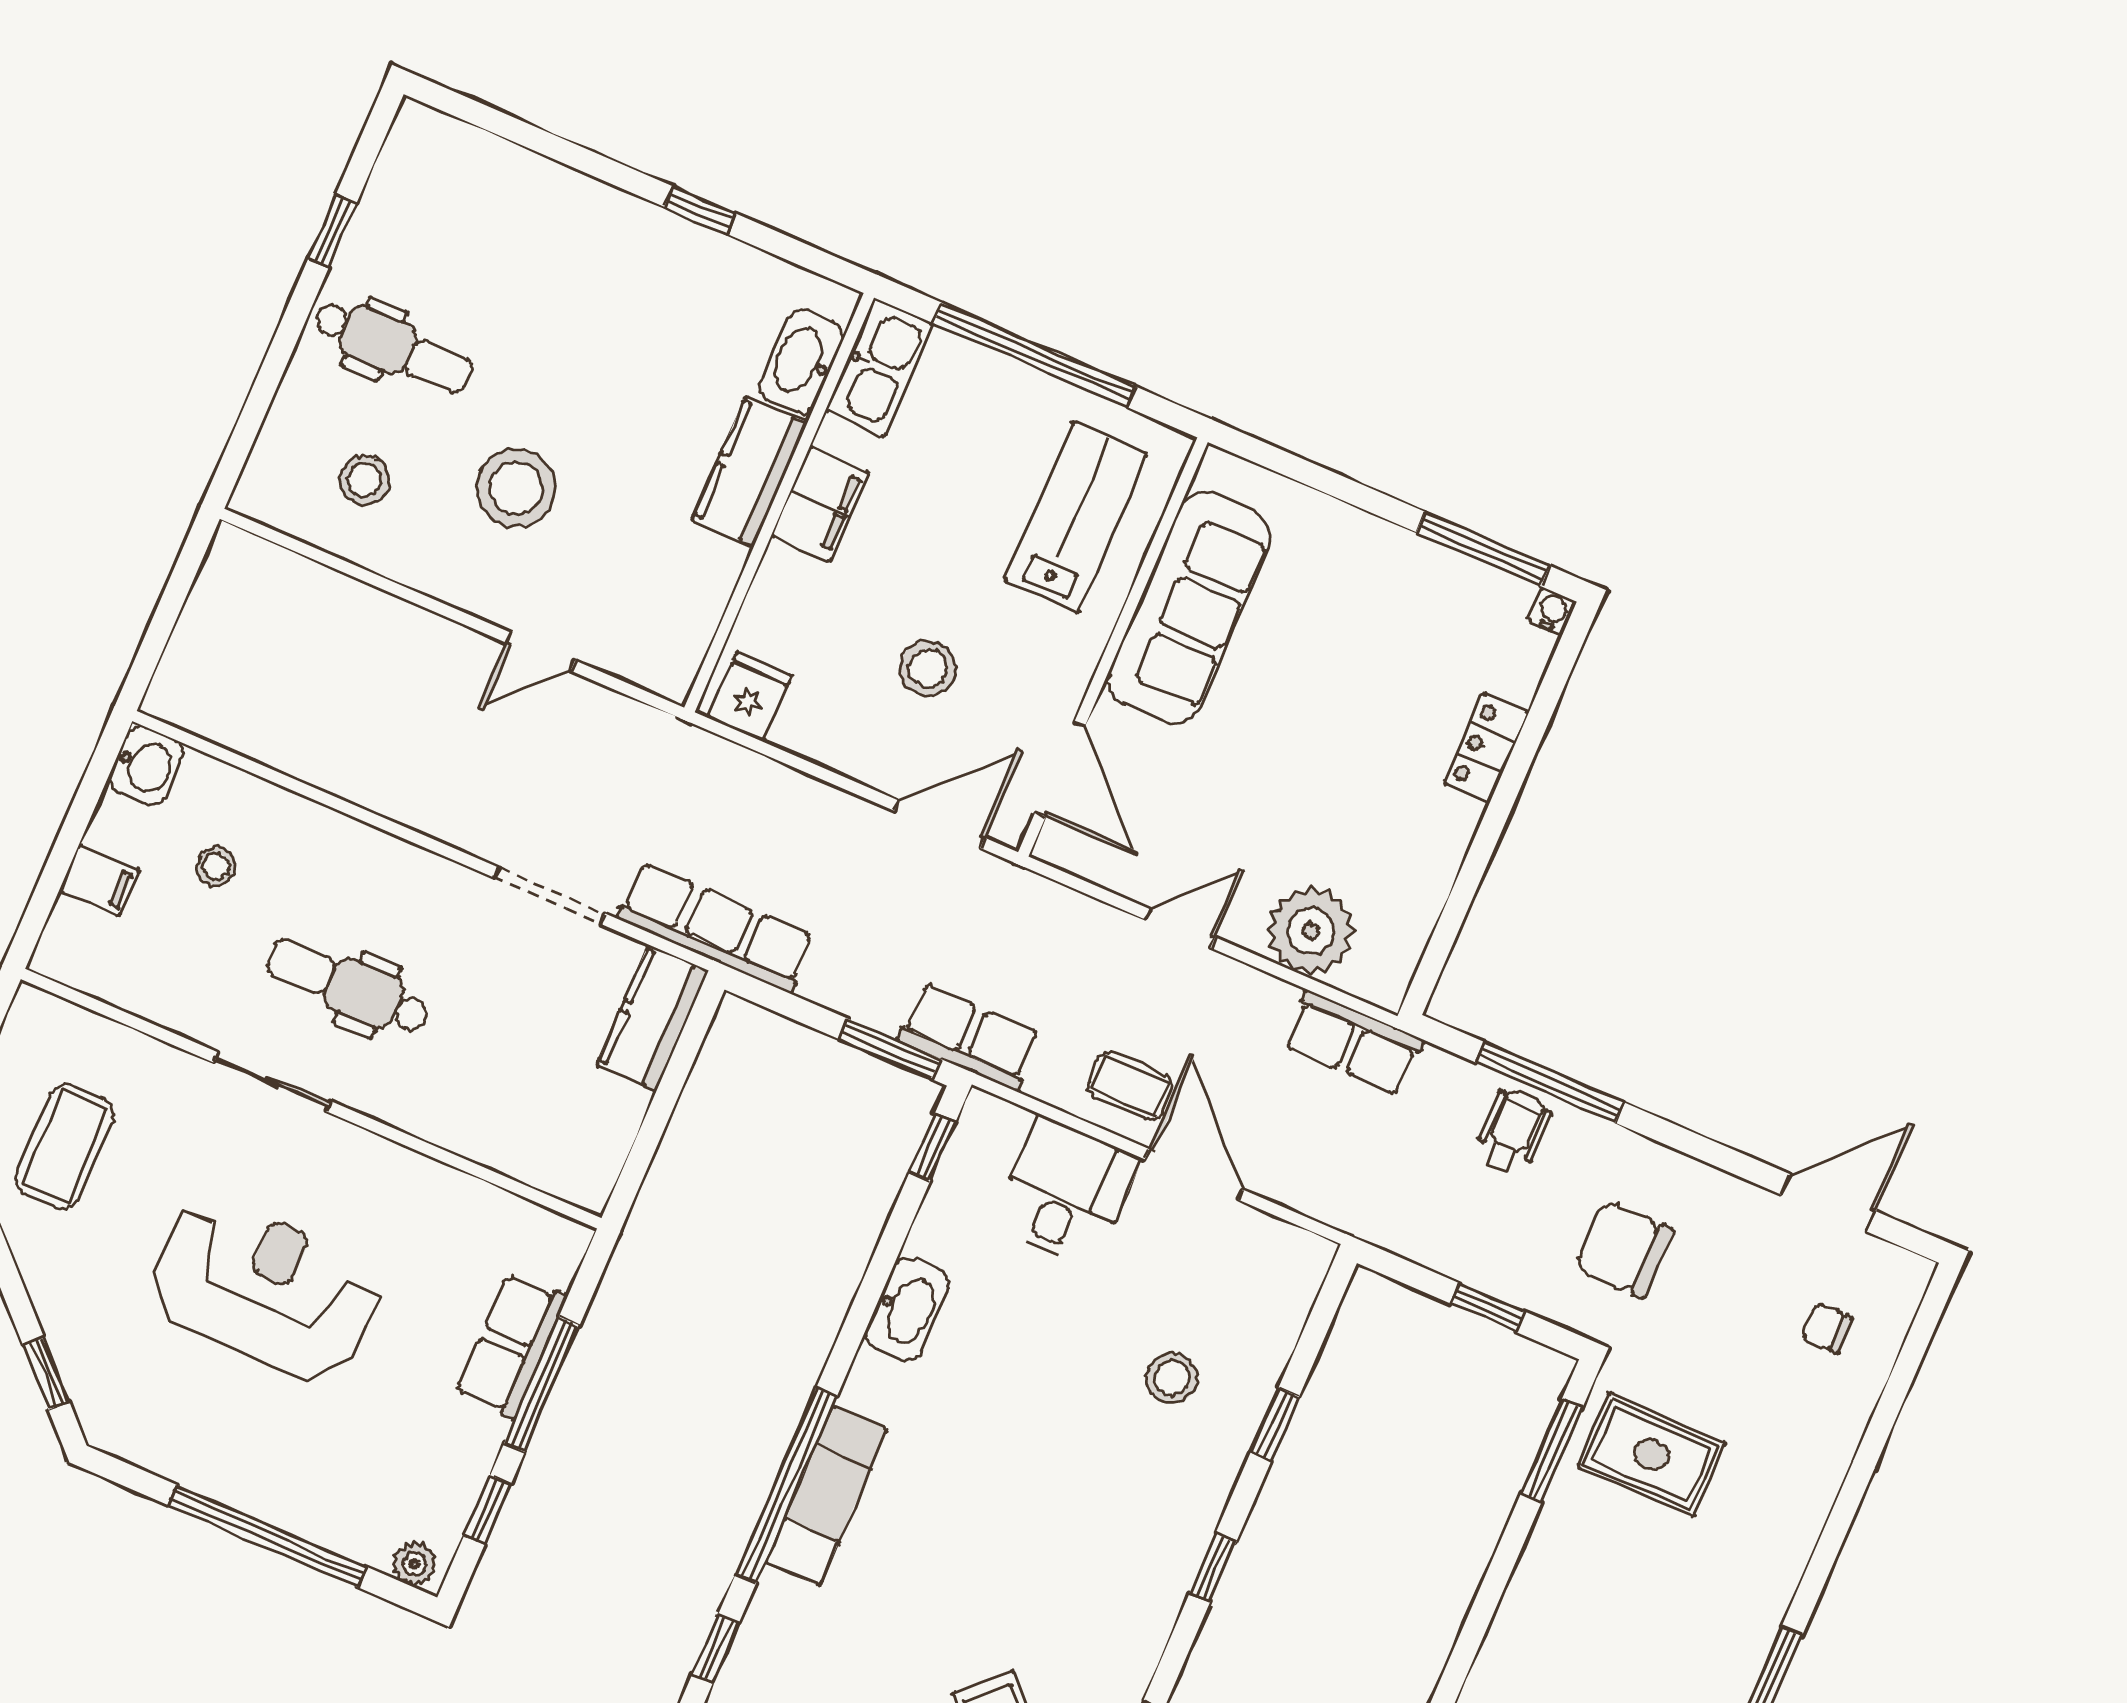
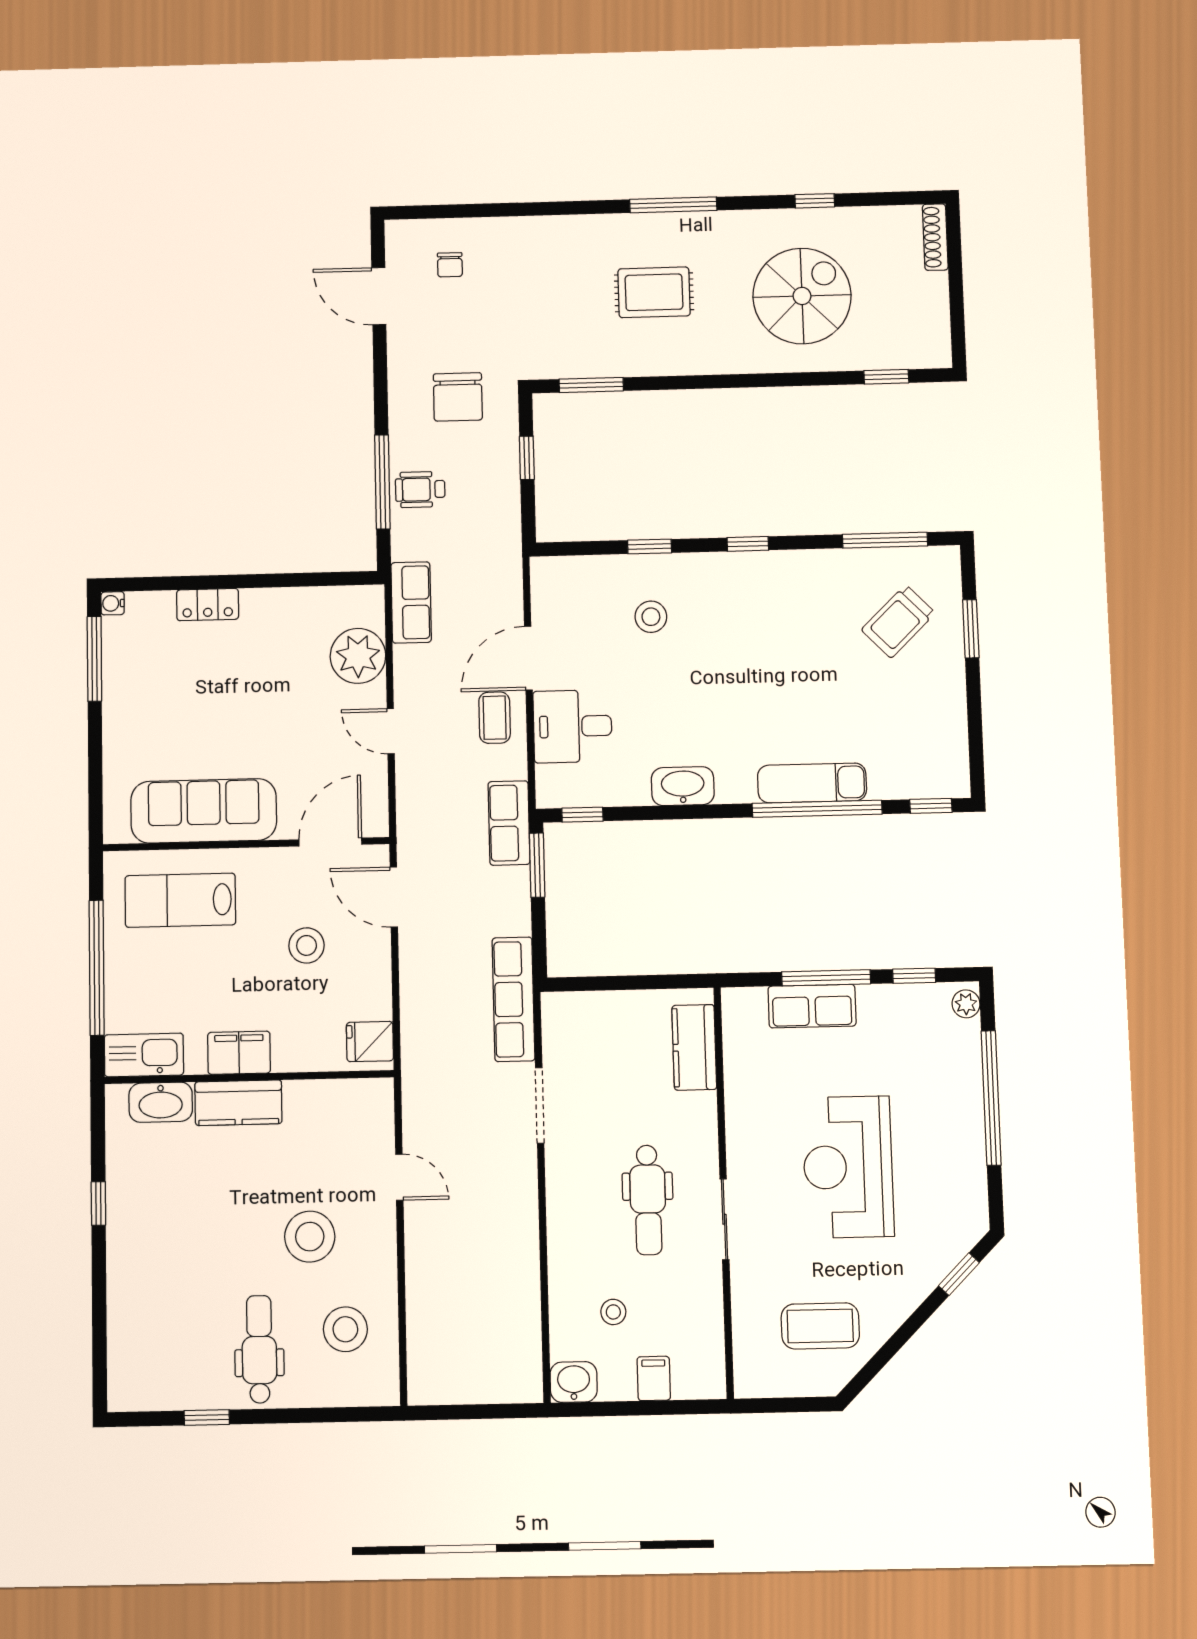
stool: (365, 480) -> (345, 1329), width x1.38, depth x1.38
kitchen counter: (653, 1018) -> (694, 1047), moved, turned 90
rug: (1651, 1455) -> (654, 292), moved, turned 90

